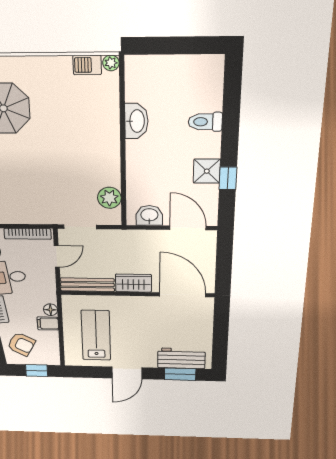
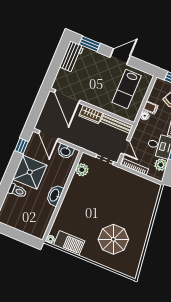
barbecue: (87, 65) -> (69, 243), width x1.88, depth x1.53
washbasin: (136, 121) -> (55, 195), moved
shower: (207, 171) -> (30, 172), width x1.86, depth x1.86
window: (228, 178) -> (21, 146), moved
door: (57, 256) -> (125, 147), swing flipped
workbench: (181, 358) -> (72, 57), moved, turned -90

